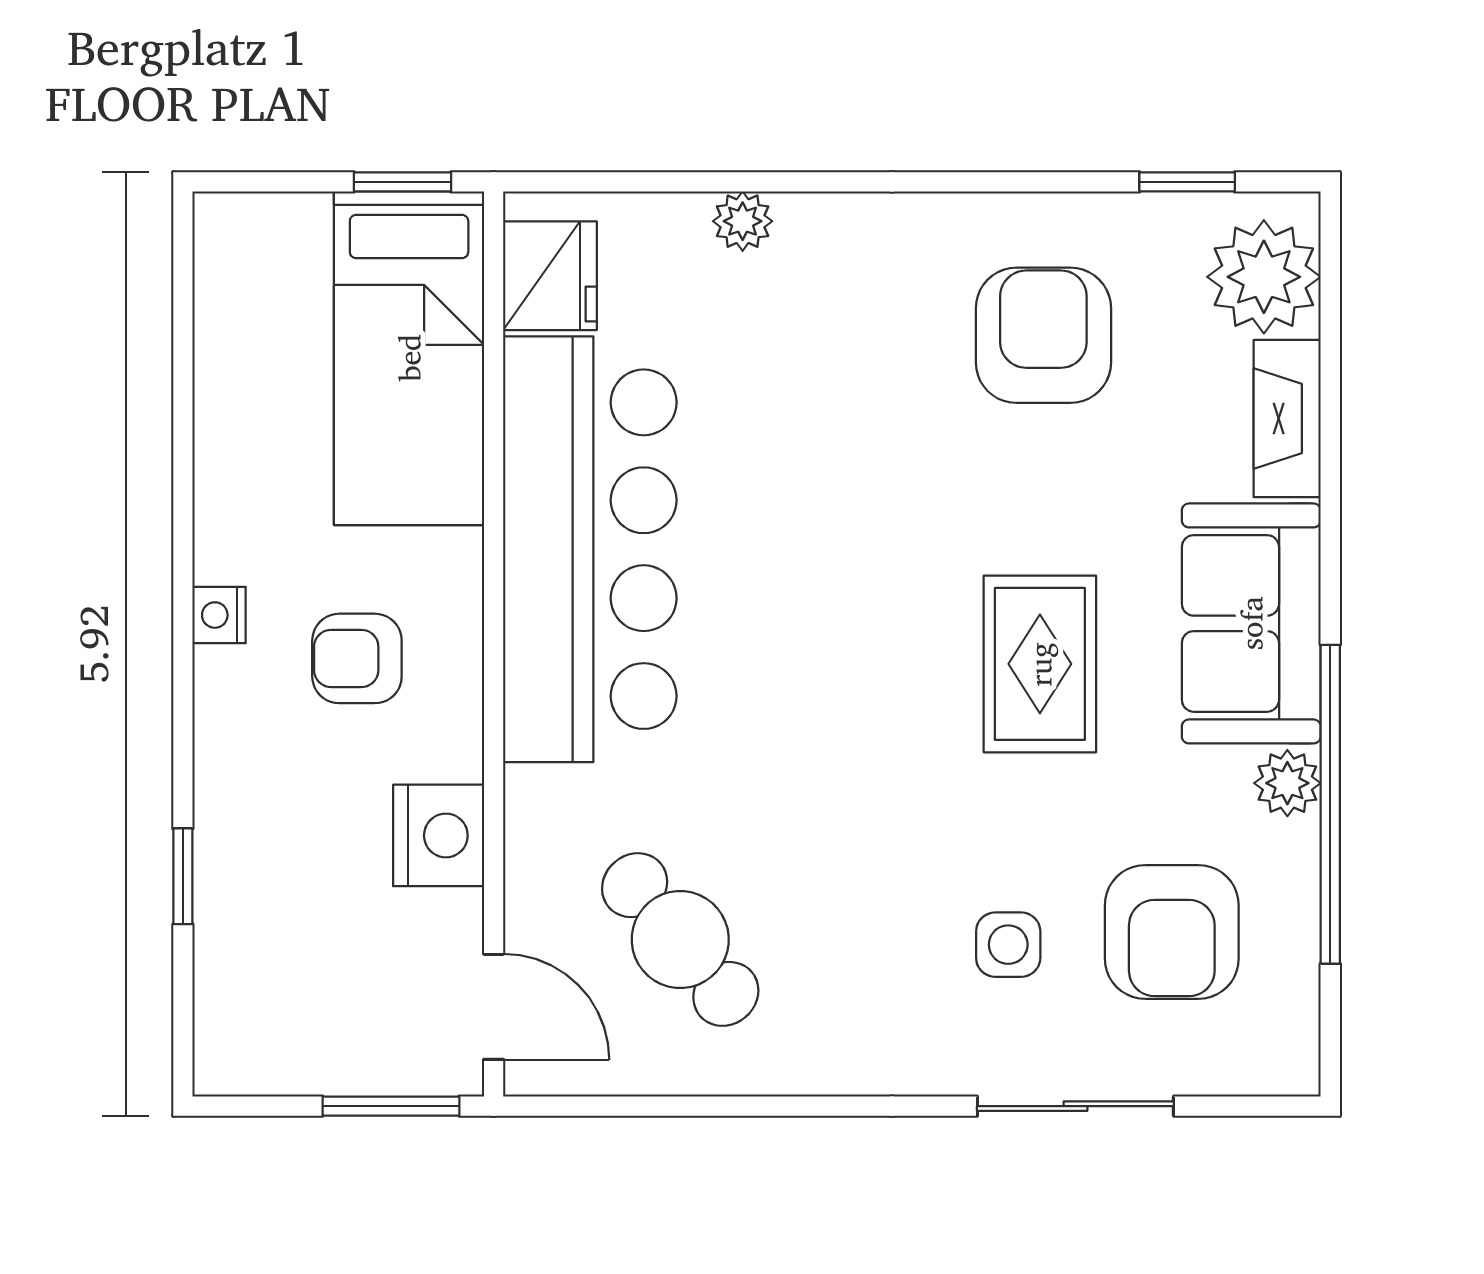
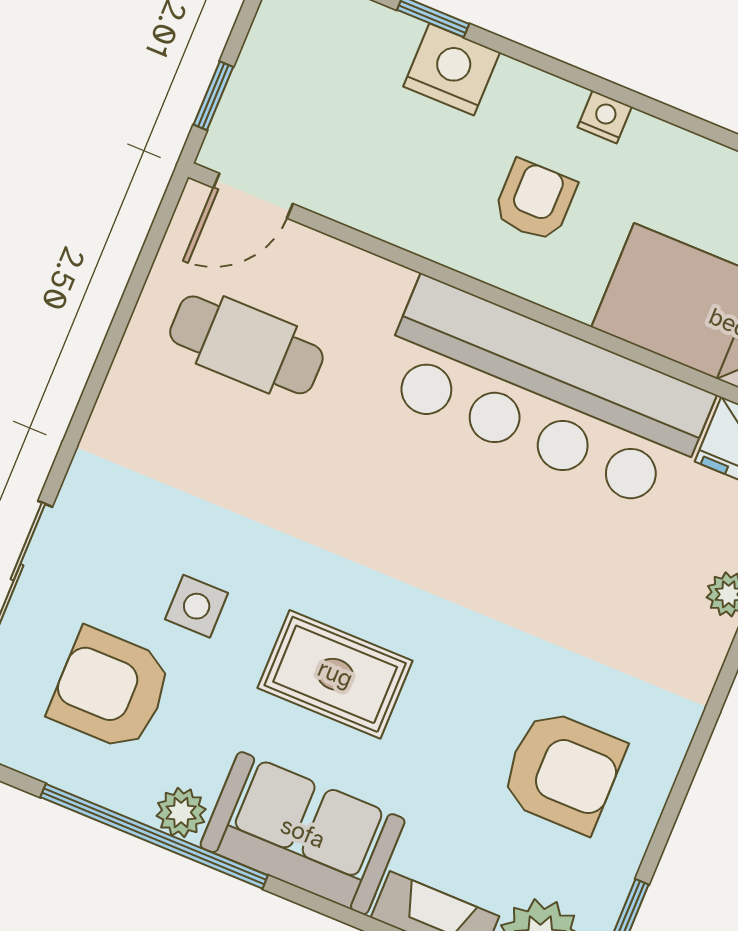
nightstand: (439, 835) -> (452, 69), moved, turned 180
cafe table: (680, 940) -> (246, 345), turned 40
side table: (1008, 945) -> (197, 606), moved
window: (391, 1106) -> (213, 96), width x0.67

